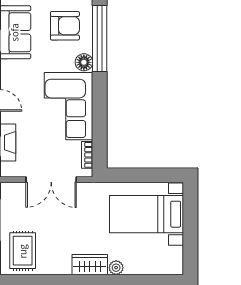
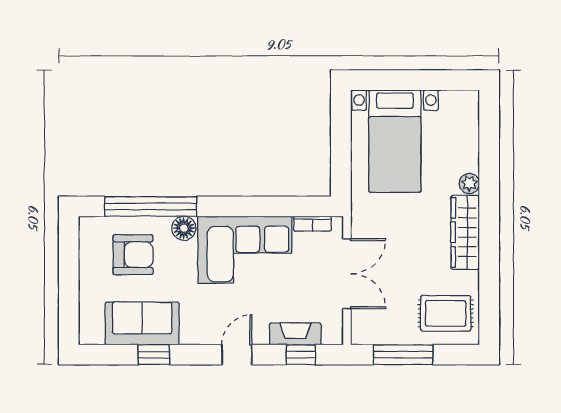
armchair: (65, 26) -> (133, 255), turned 90
wardrobe: (90, 265) -> (465, 232), width x1.50

